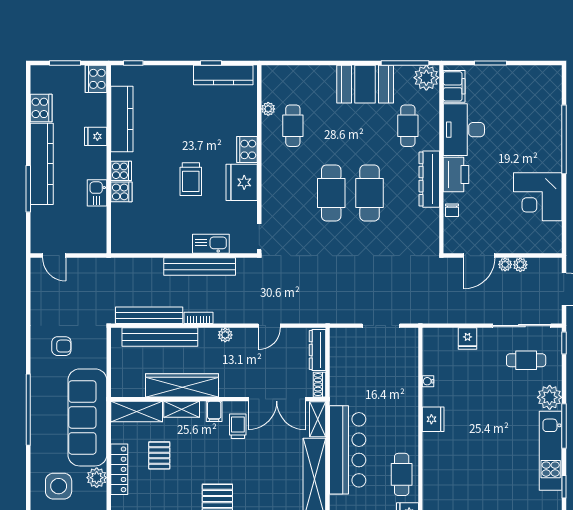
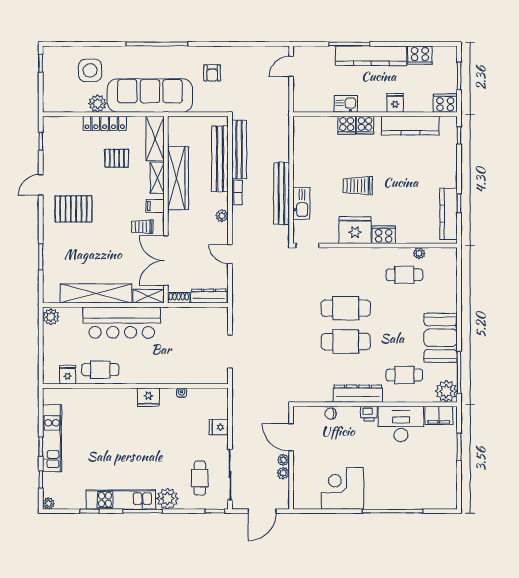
printer: (456, 174) -> (369, 414), width x0.53, depth x0.68
trolley: (238, 426) -> (142, 227), turned 180

